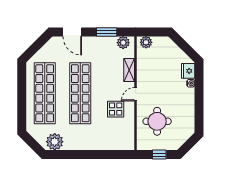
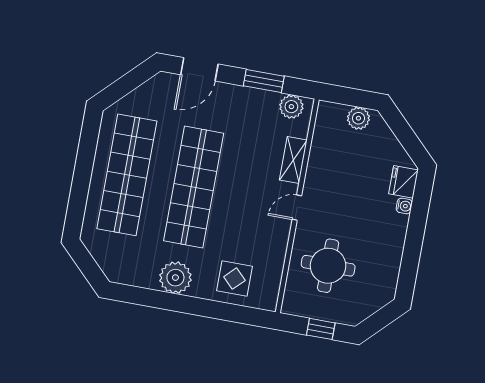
door: (72, 32) -> (199, 69), hinge flipped
plant: (146, 42) -> (358, 118), moved
display table: (116, 109) -> (234, 279), moved
plant: (55, 142) -> (175, 278), moved

